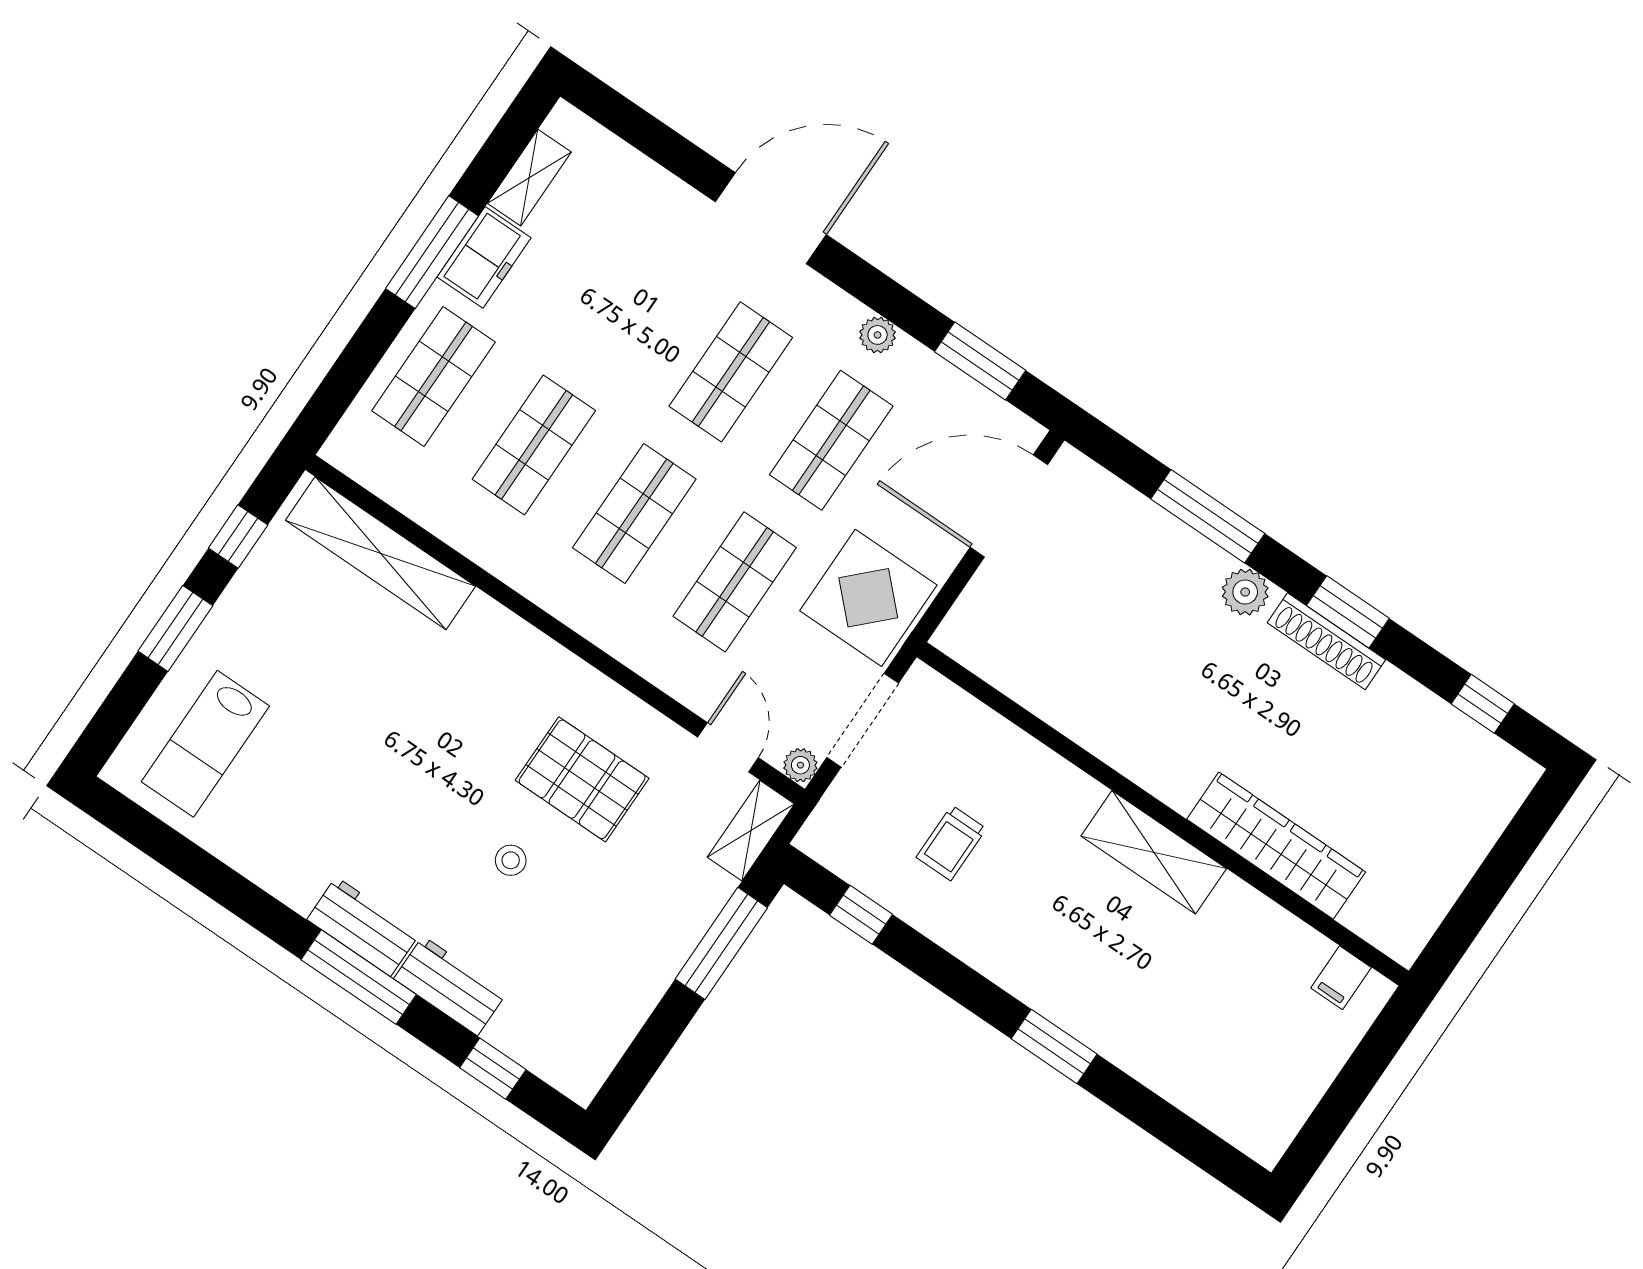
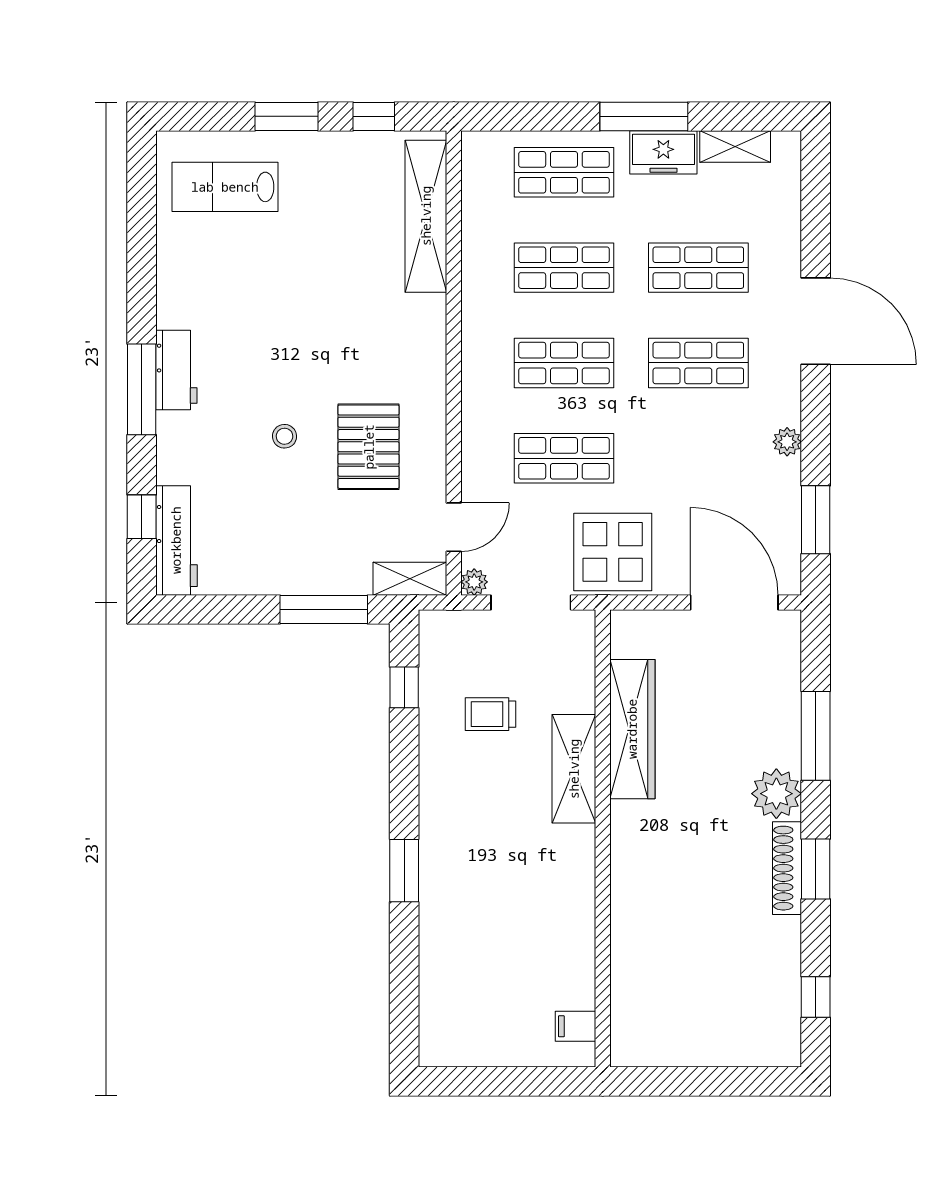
shop shelf: (831, 440) -> (698, 268), moved
plant: (1245, 592) -> (776, 794), width x1.36, depth x1.36
wardrobe: (1276, 846) -> (632, 729), moved
shelving: (1154, 852) -> (574, 769), moved
workbench: (450, 986) -> (176, 540), moved, width x1.38

